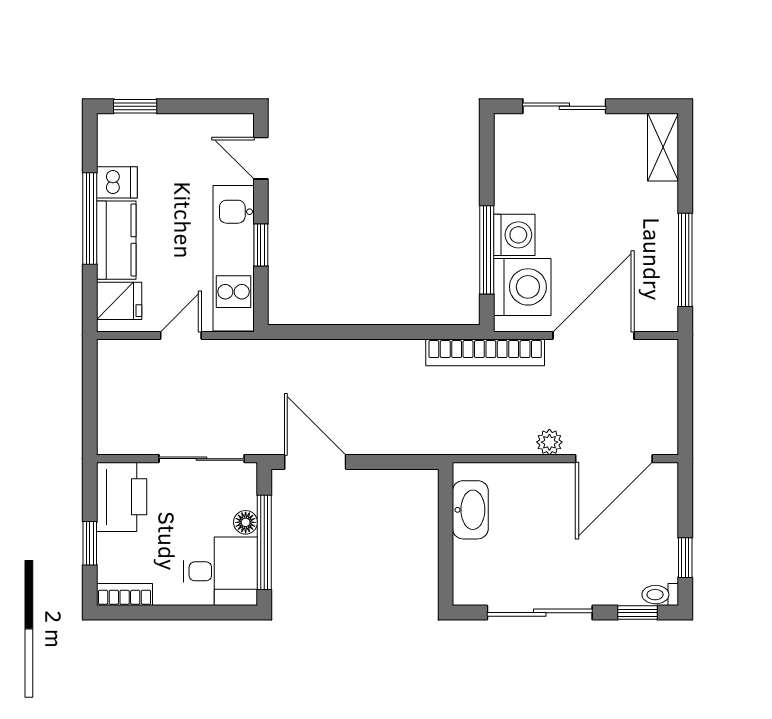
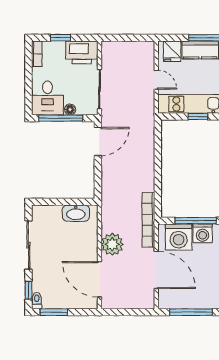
plant: (549, 442) -> (112, 244), width x1.87, depth x1.87
window: (685, 558) -> (54, 312), width x1.50

